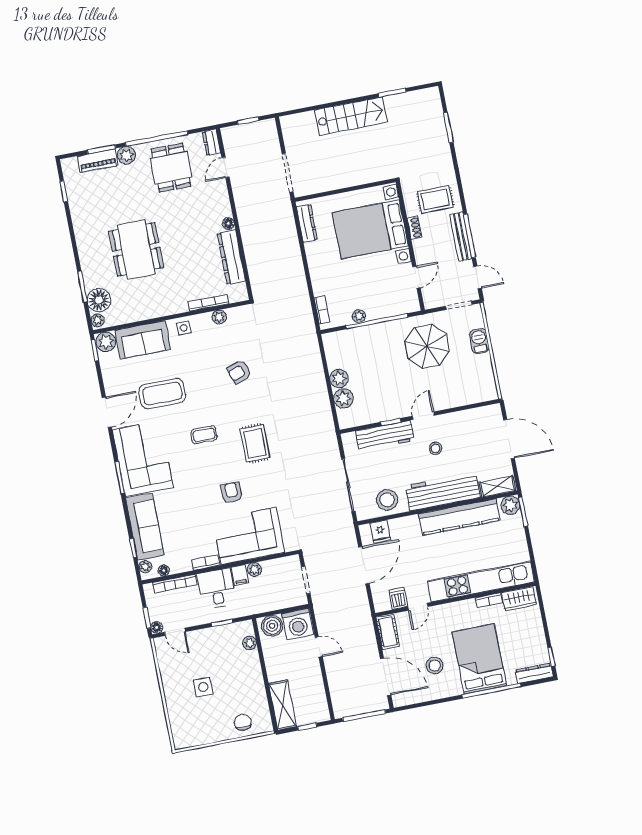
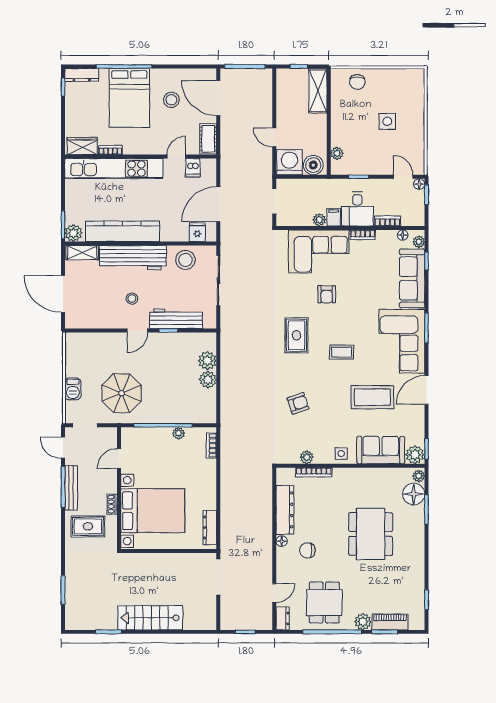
chair: (199, 219) -> (307, 550), added
bookcase: (175, 584) -> (387, 221), width x0.64

